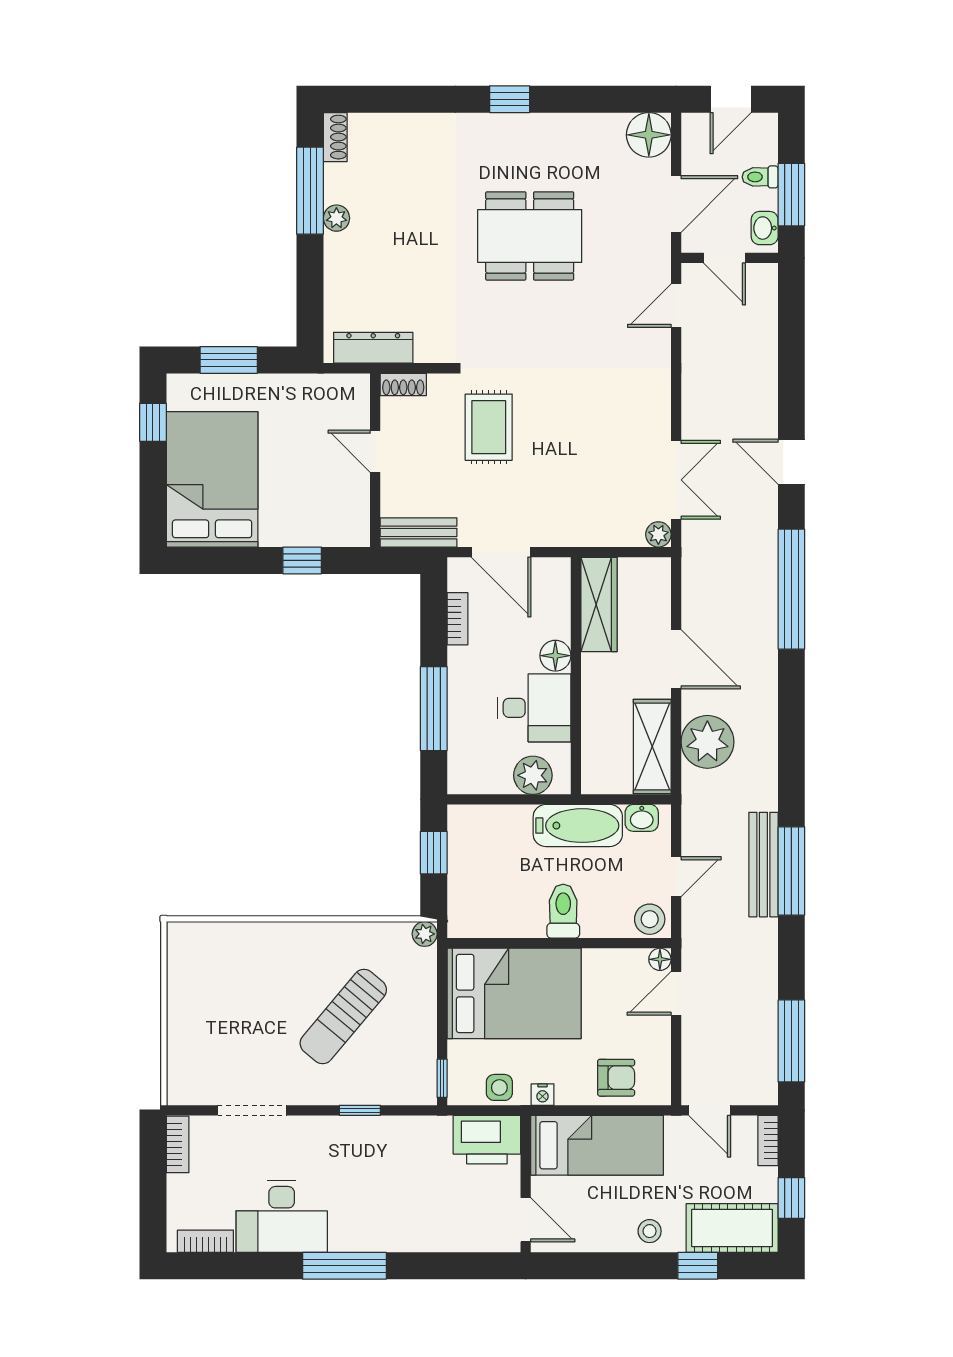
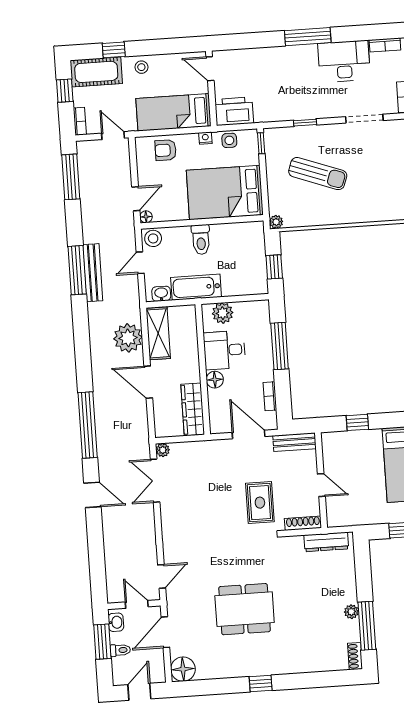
shoe rack: (403, 384) -> (303, 523), width x1.43
sun lounger: (343, 1017) -> (318, 174), turned 70

